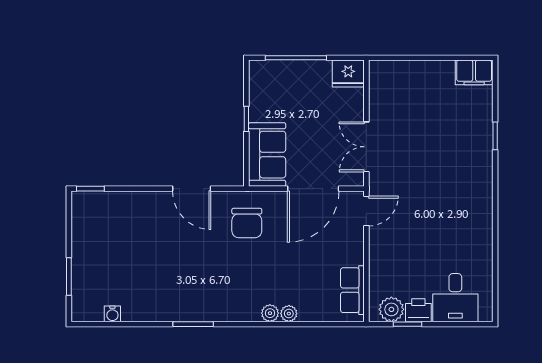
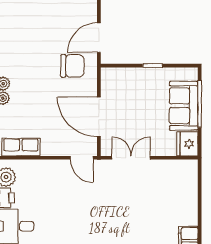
sofa: (267, 155) -> (184, 106), moved, turned 90
door: (192, 189) -> (99, 38), moved
chair: (247, 223) -> (72, 66), turned 180

